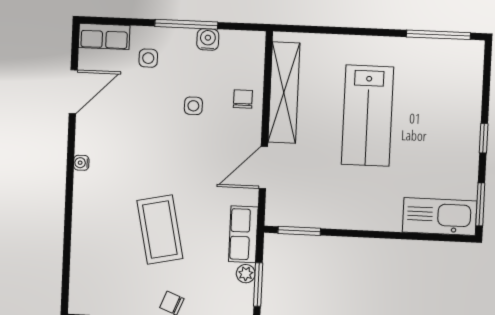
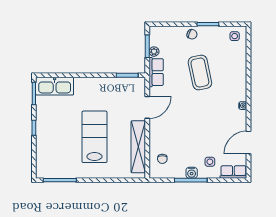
water cooler: (208, 39) -> (192, 173), moved
chair: (243, 99) -> (162, 159), moved
side table: (193, 106) -> (235, 36), moved

